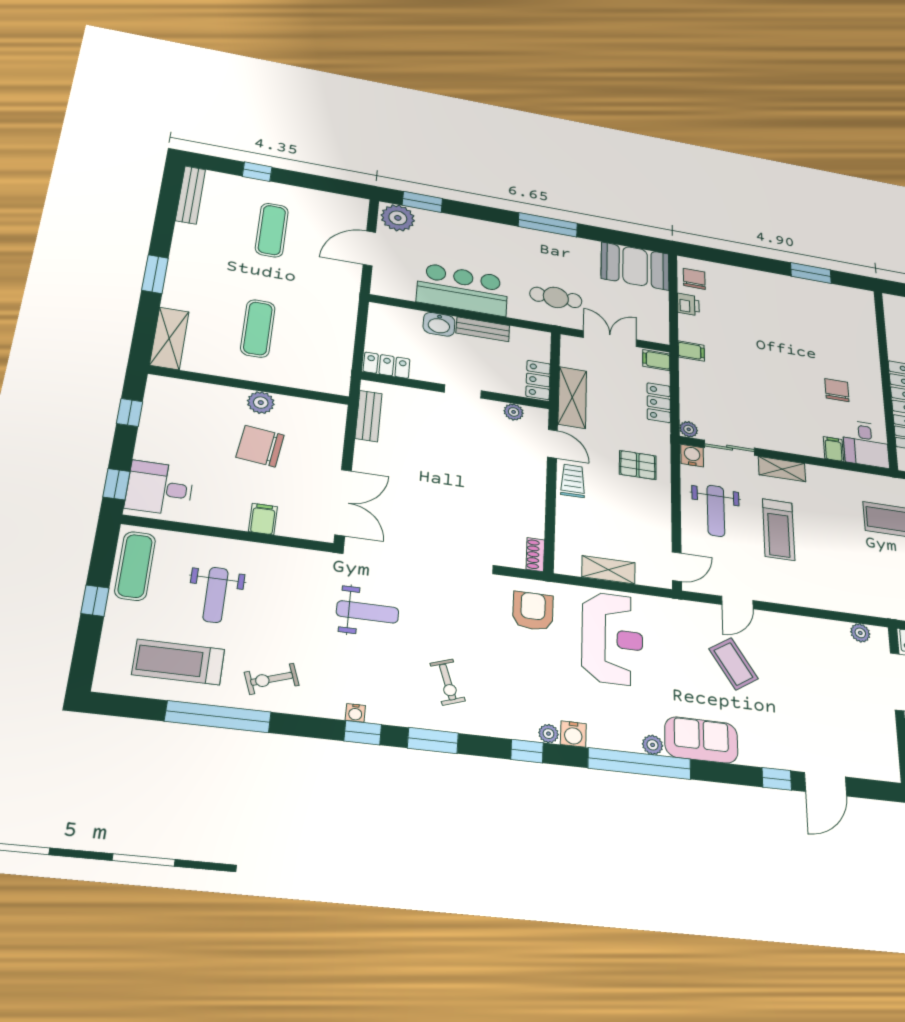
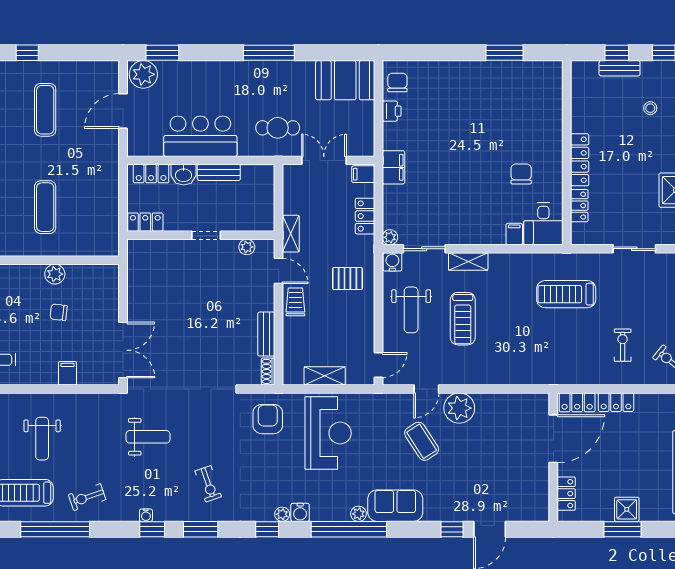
filing cabinet: (691, 351) -> (393, 167), width x2.00
locker: (538, 380) -> (151, 174), moved, turned -90
shelving: (572, 397) -> (291, 234), width x0.67, depth x0.75
bench: (368, 416) -> (266, 334), moved
chair: (260, 446) -> (59, 312), width x0.54, depth x0.54
plant: (860, 633) -> (459, 408), moved, width x1.87, depth x1.87

